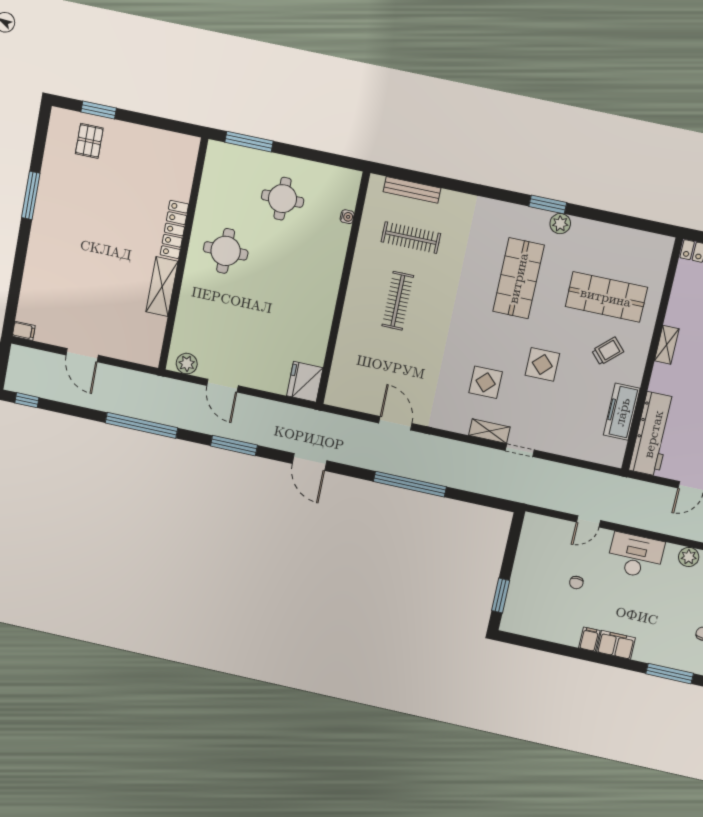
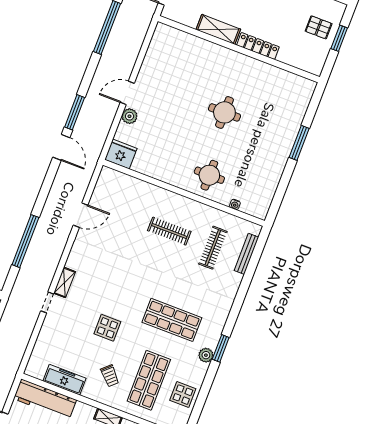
round table: (283, 199) -> (209, 175), moved
locker: (174, 229) -> (258, 46), moved
wall: (183, 255) -> (239, 49), moved
shelving: (162, 287) -> (218, 29), moved
plant: (187, 364) -> (130, 116), moved
display table: (486, 382) -> (183, 395), moved
window: (234, 446) -> (75, 112), moved
door: (309, 462) -> (61, 147), swing flipped
window: (410, 484) -> (25, 241), moved

